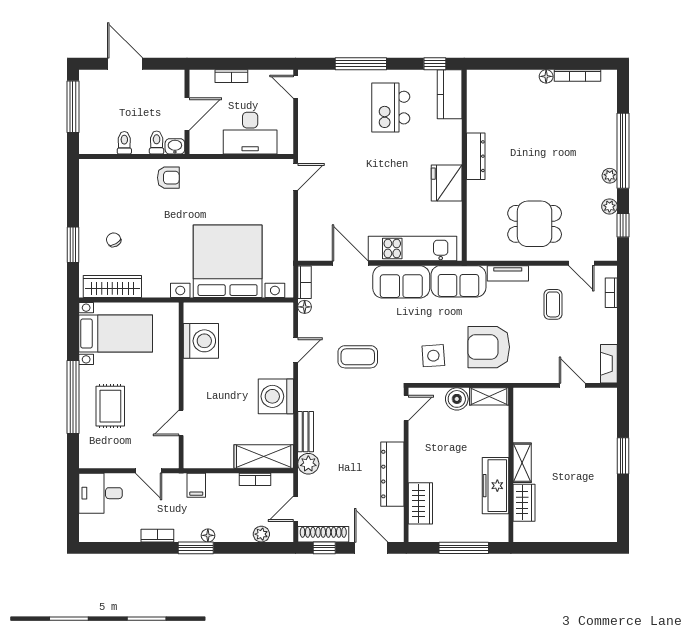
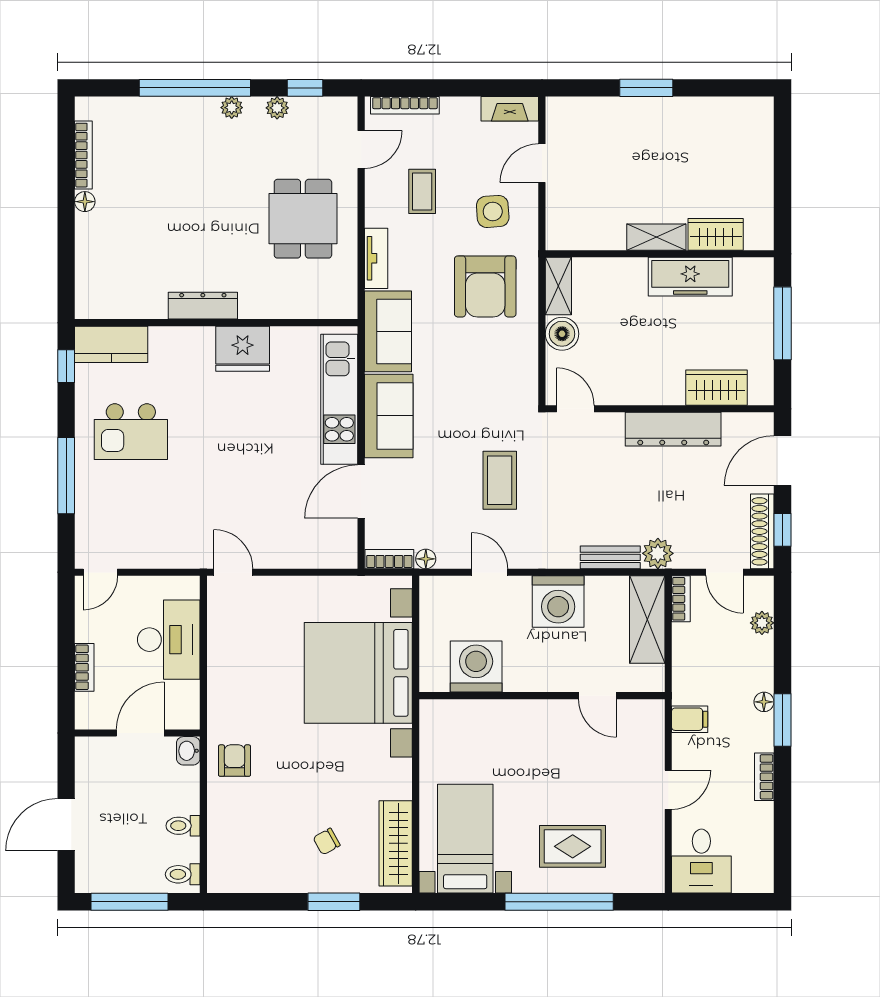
door: (187, 114) -> (140, 733), hinge flipped
toilet: (157, 143) -> (183, 874), moved
bookcase: (611, 293) -> (405, 105), width x1.56
coffee table: (553, 304) -> (422, 191), turned 90
washing machine: (201, 341) -> (476, 666), moved
side table: (433, 356) -> (493, 211), moved
wall: (181, 385) -> (542, 696), moved
door: (181, 423) -> (597, 696), moved
bookcase: (255, 479) -> (681, 599), moved

